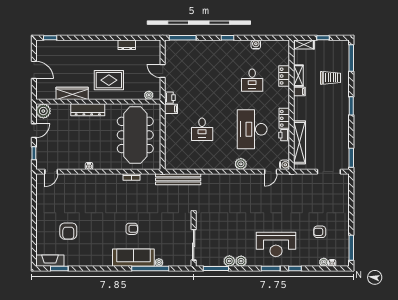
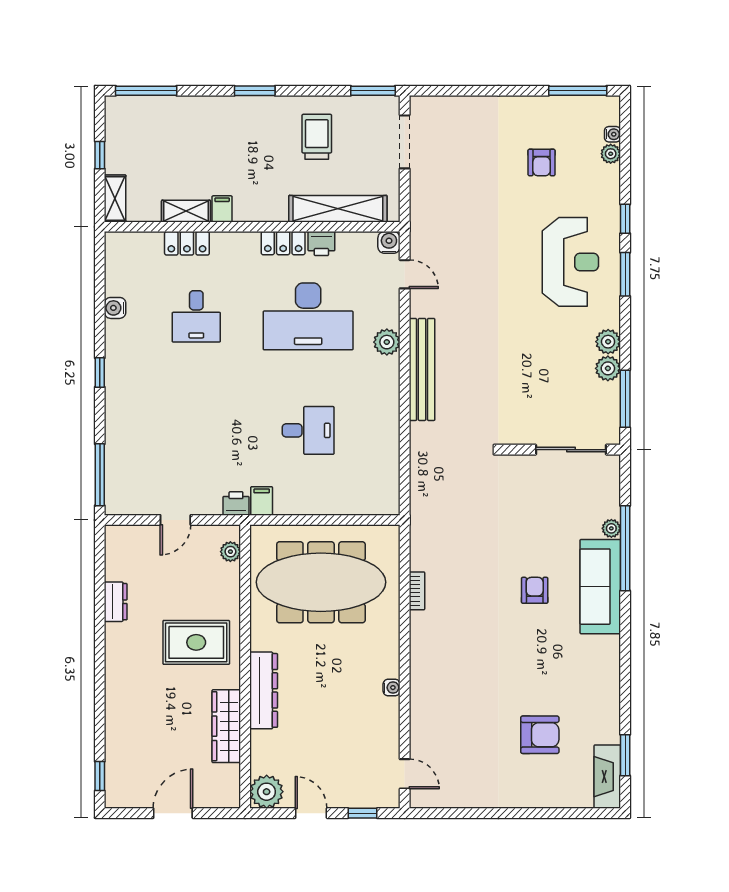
trolley: (330, 78) -> (317, 137), moved
rug: (109, 80) -> (196, 642), turned 90
desk: (252, 80) -> (196, 316), turned 90
bench: (178, 179) -> (422, 369), moved

